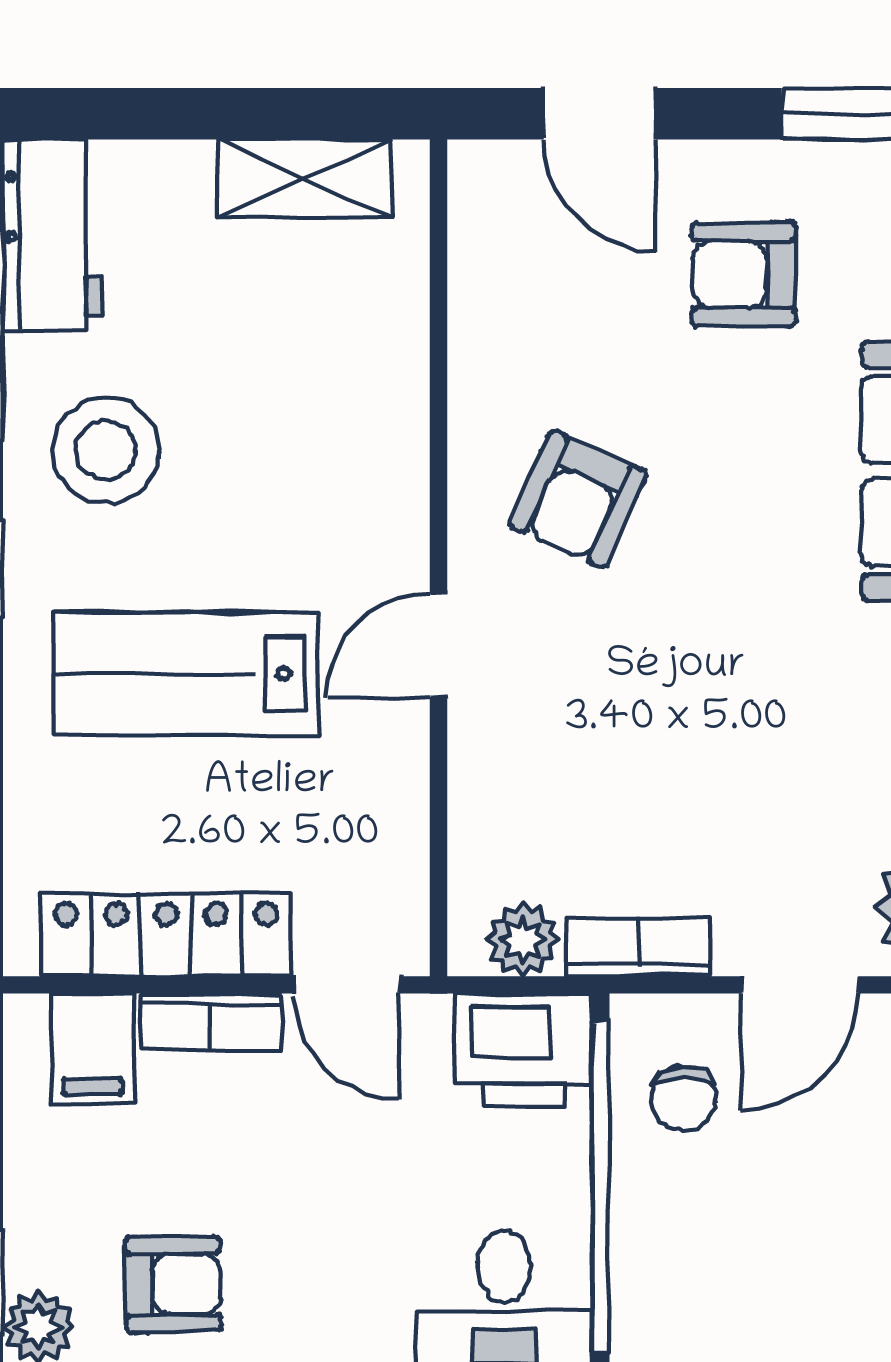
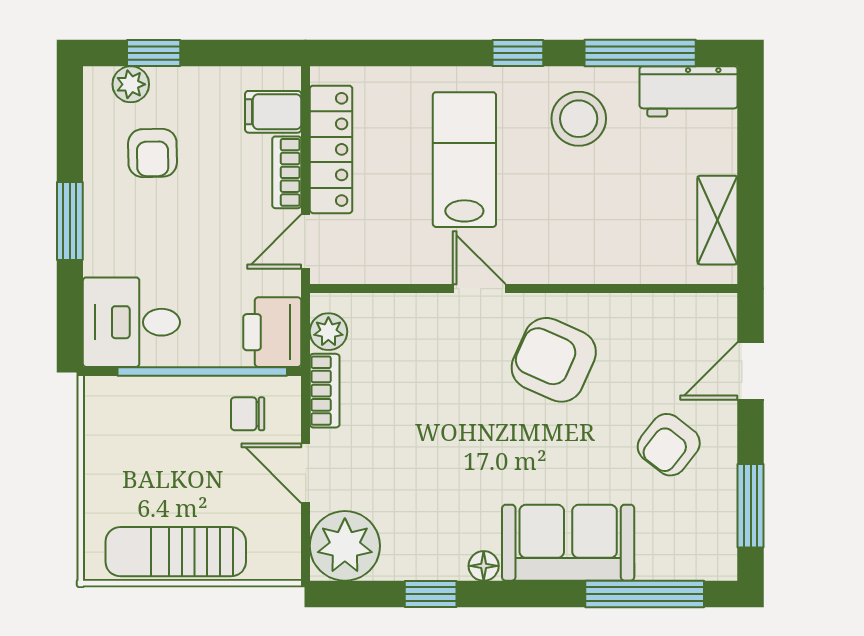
armchair: (744, 274) -> (669, 445), turned -142
armchair: (578, 499) -> (554, 360), width x1.38, depth x1.38

